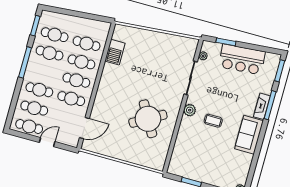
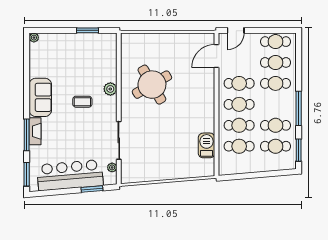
bar counter: (242, 59) -> (70, 175), width x1.36
plant: (190, 110) -> (110, 89), moved
door: (47, 142) -> (236, 30), moved

